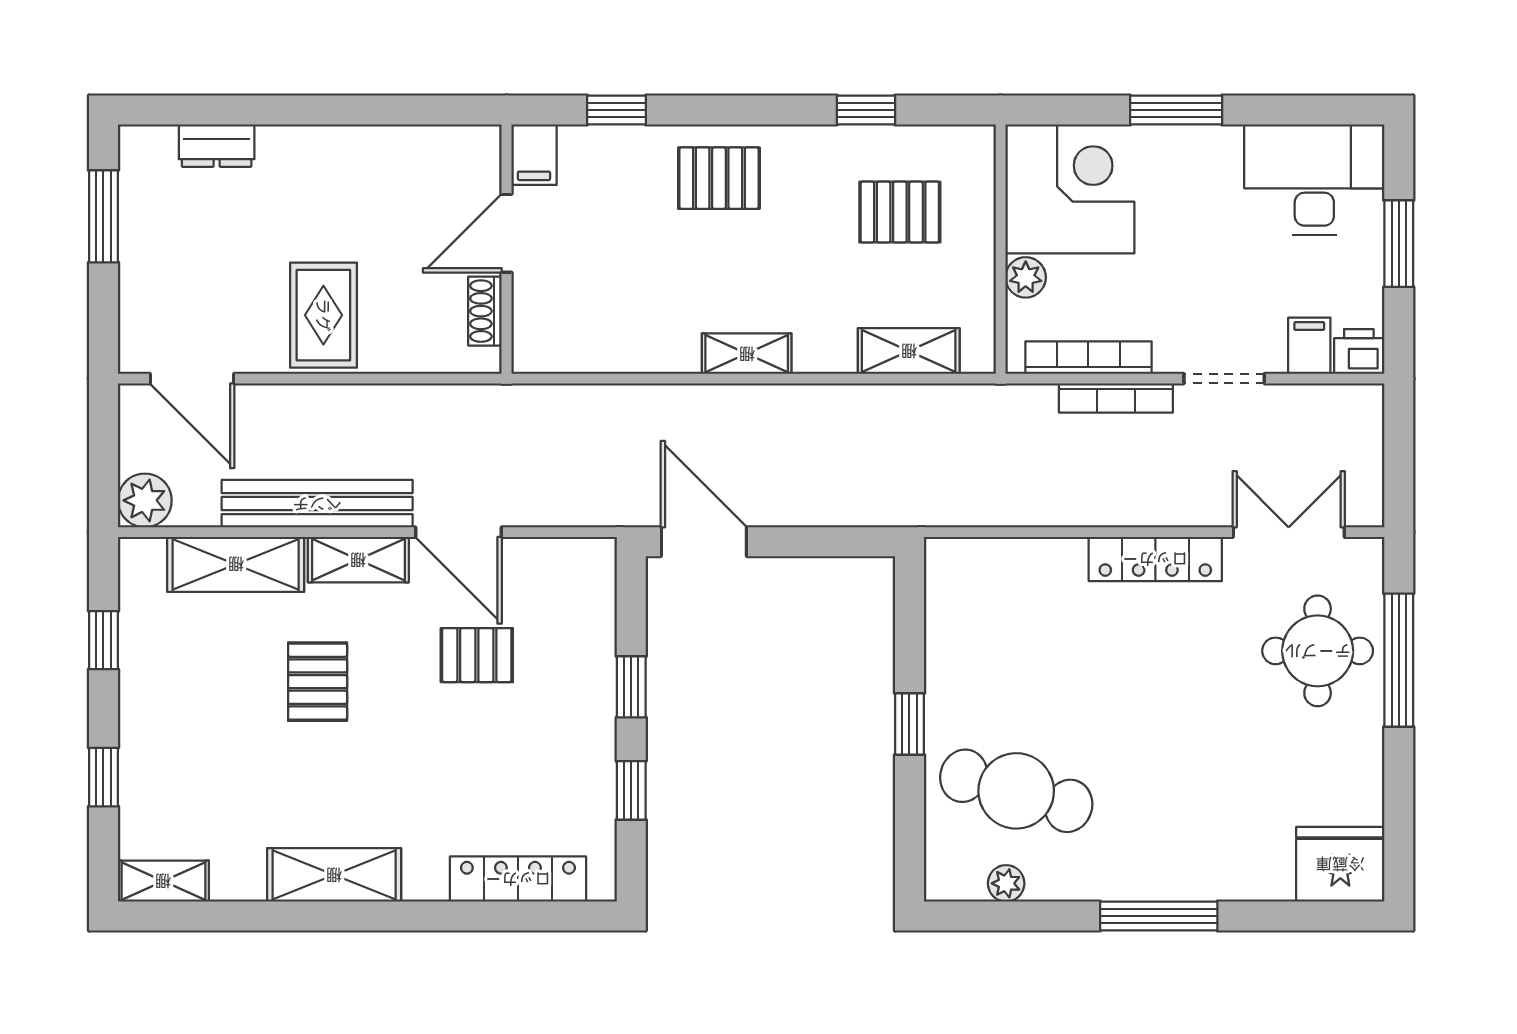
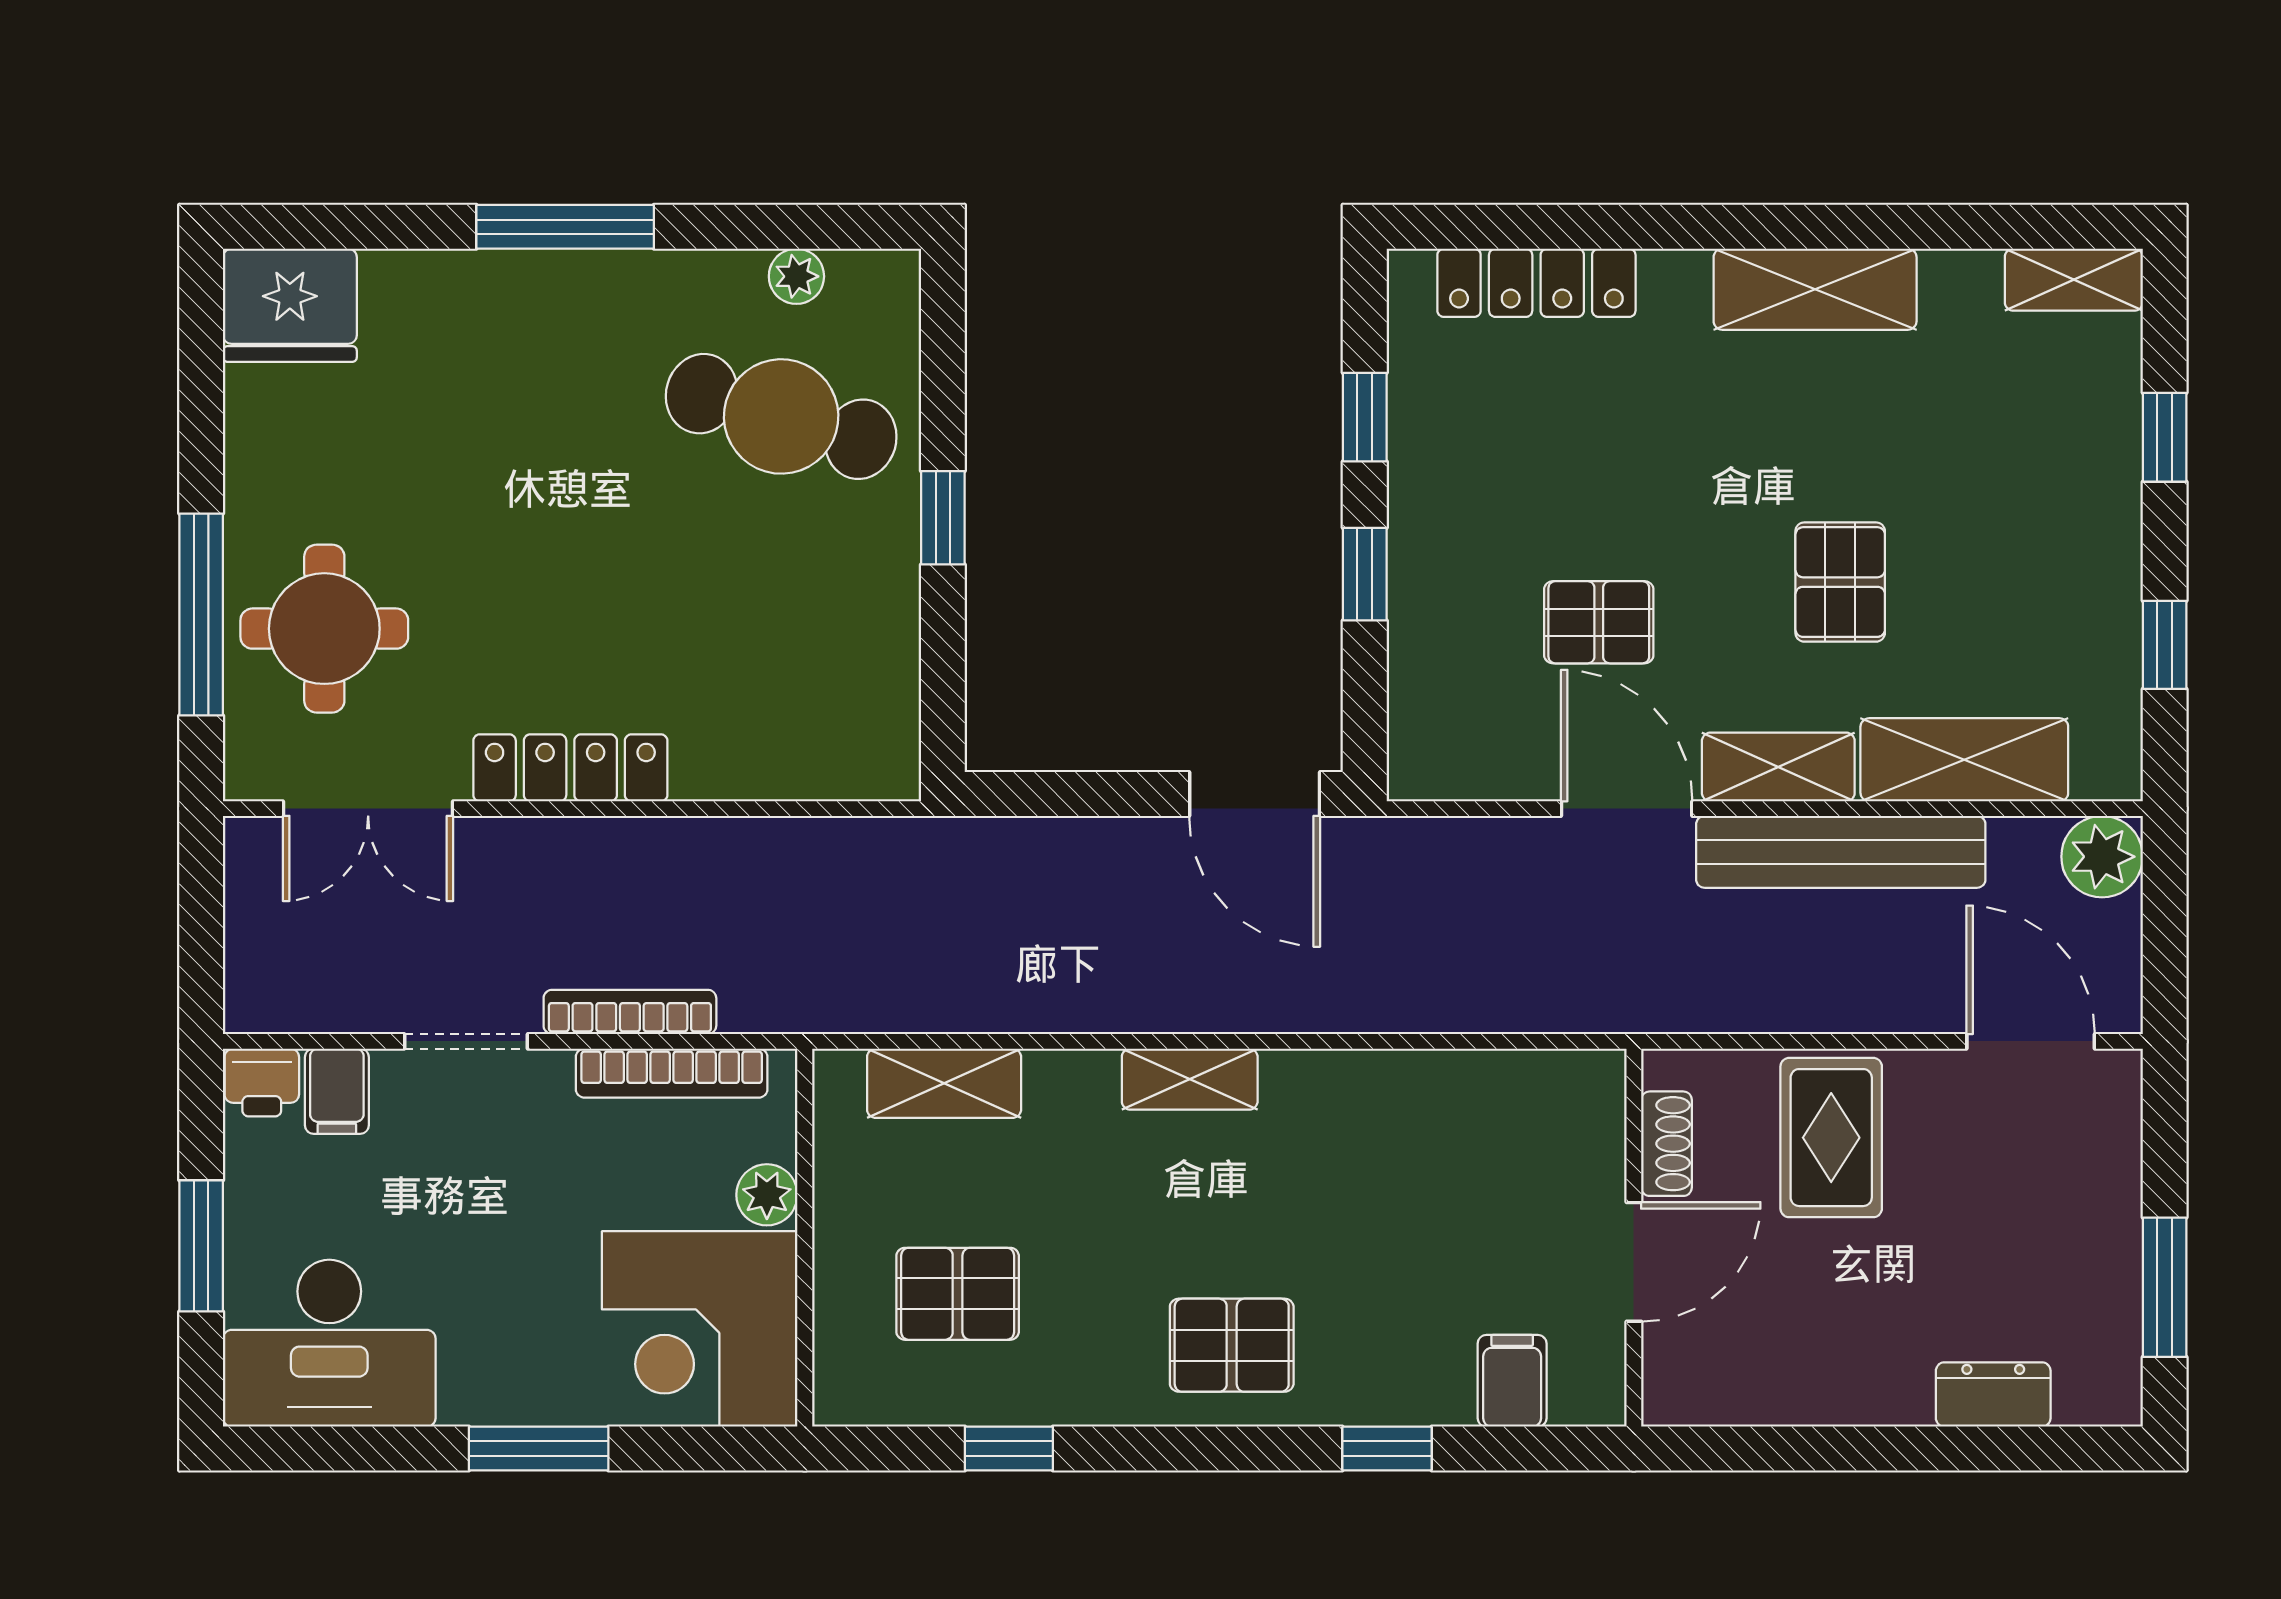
door: (506, 233) -> (1634, 1262), moved
wall: (506, 249) -> (1634, 1238), moved
shoe rack: (485, 311) -> (1666, 1144), moved

